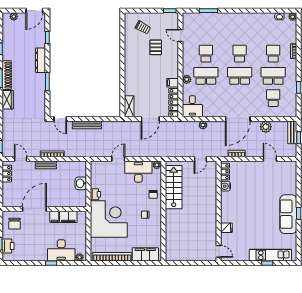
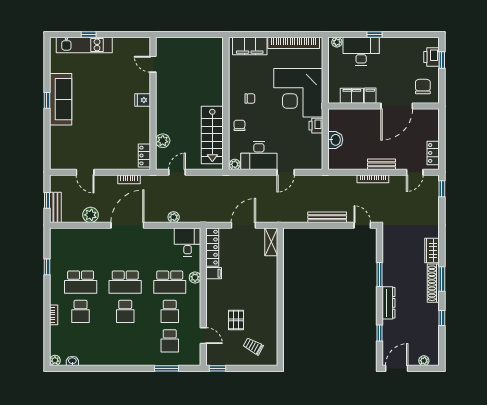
school desk: (273, 98) -> (170, 341), moved
door: (21, 159) -> (415, 172), hinge flipped
plant: (211, 183) -> (163, 141), added
water cooler: (225, 186) -> (144, 136), removed
fridge: (226, 228) -> (143, 100), moved
door: (219, 251) -> (153, 64), moved

